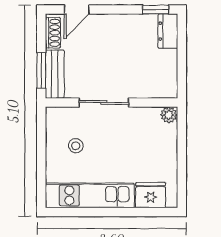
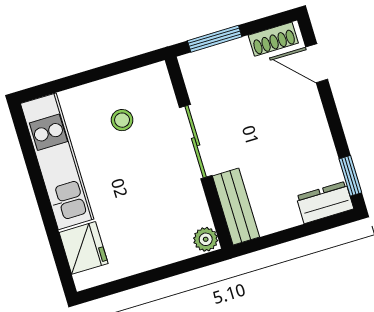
bench: (55, 74) -> (236, 207), moved, turned 90

